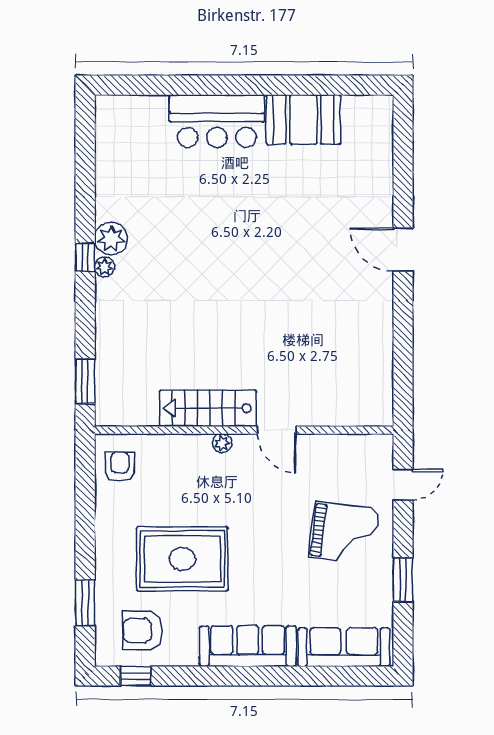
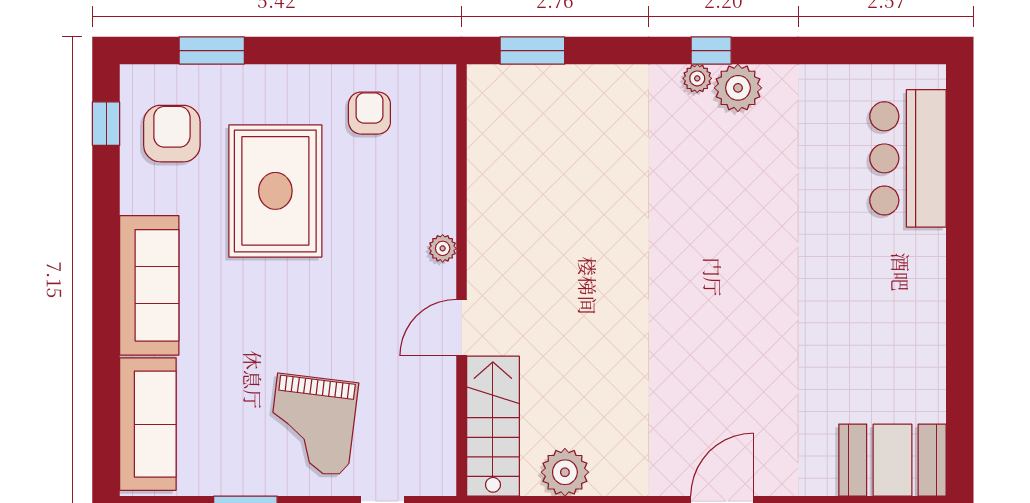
booth: (303, 119) -> (892, 460), moved, turned 90
bar counter: (217, 121) -> (908, 158), moved
plant: (377, 358) -> (565, 472), added
stairs: (208, 408) -> (493, 426), moved
armchair: (120, 466) -> (369, 113), moved, turned -90

